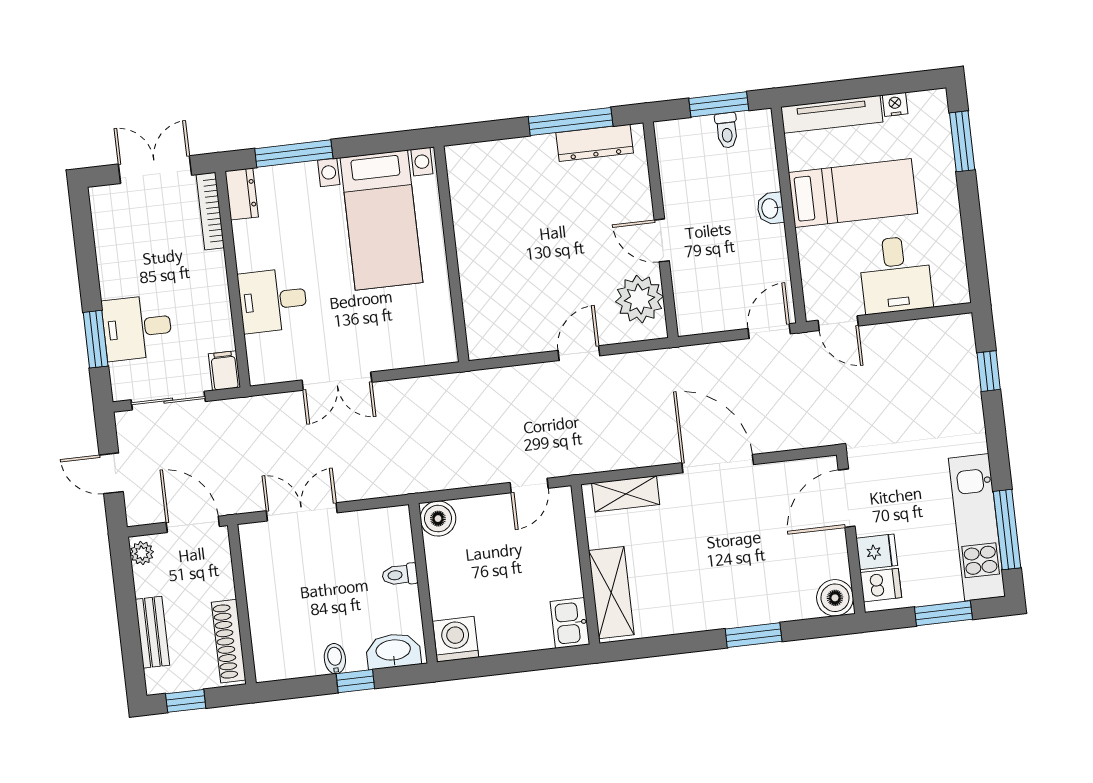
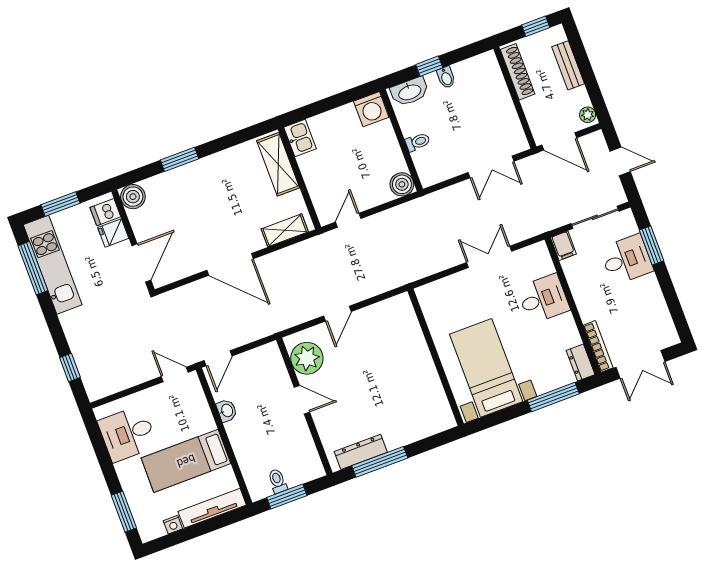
washbasin: (770, 208) -> (227, 411), moved
desk: (896, 275) -> (128, 434), moved, turned -90

